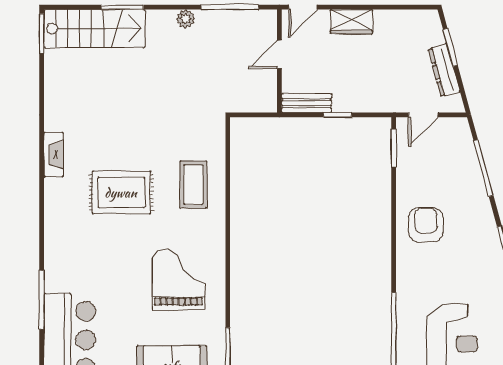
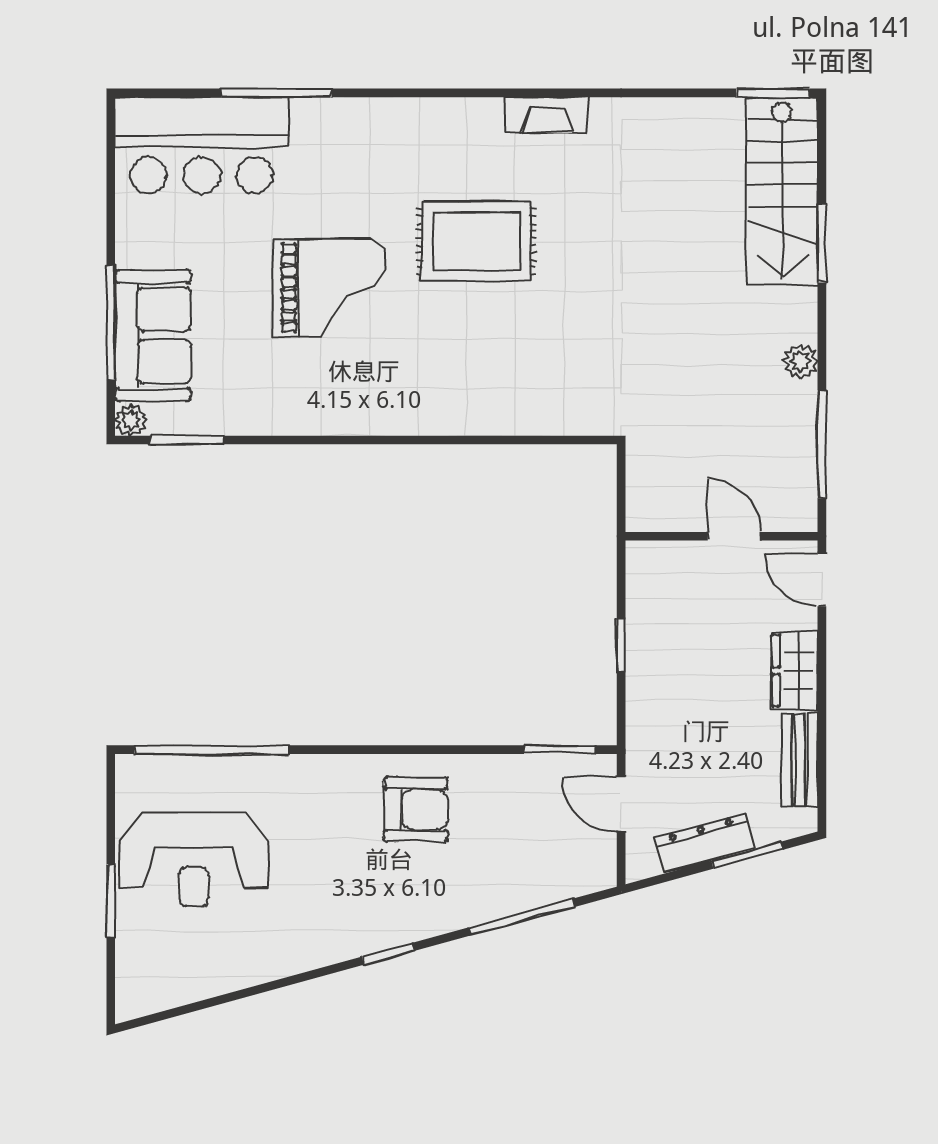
bench: (307, 103) -> (800, 760), moved
coffee table: (193, 185) -> (491, 376), removed
rug: (121, 193) -> (476, 241), turned 90
grand piano: (179, 280) -> (330, 288), moved

